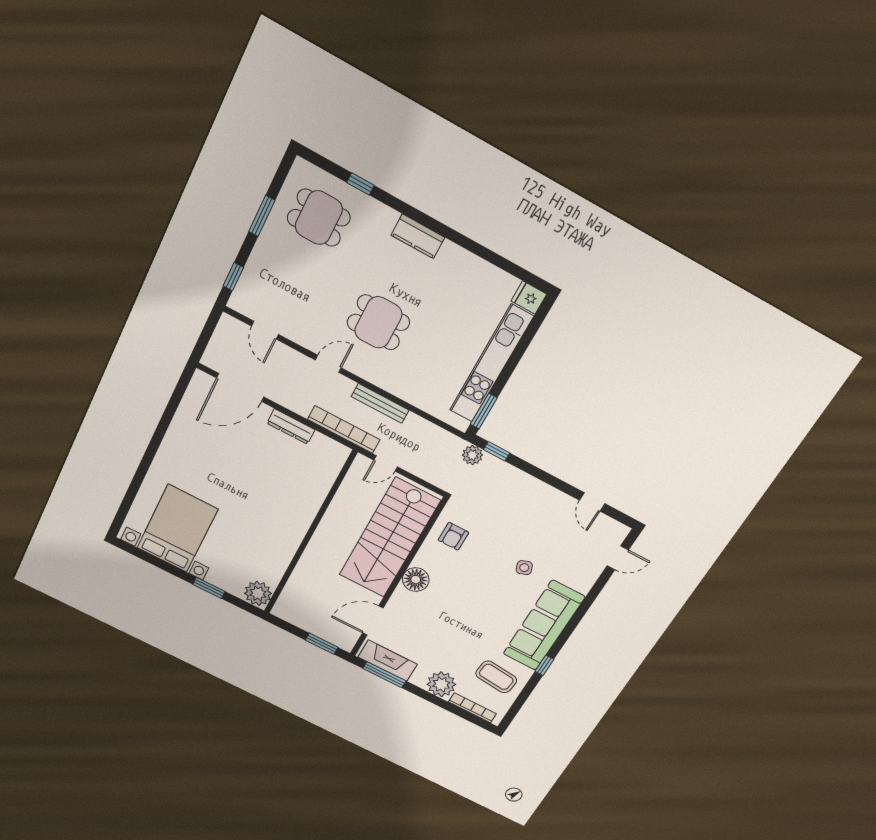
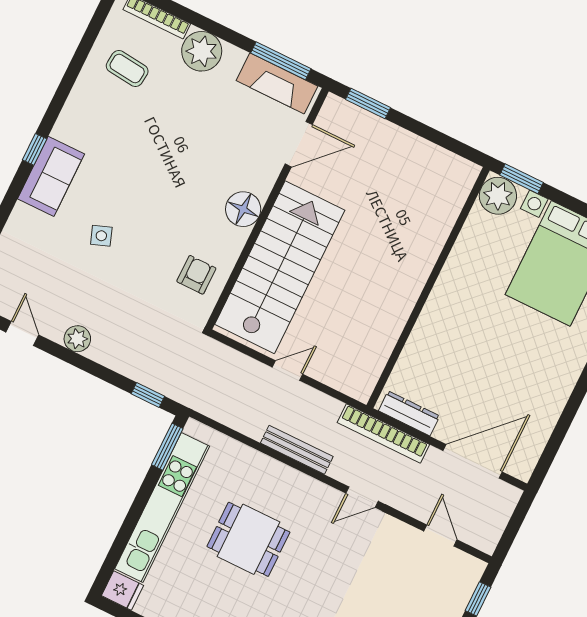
dining table: (378, 322) -> (248, 539), moved
bookcase: (344, 430) -> (383, 433), moved
plant: (472, 455) -> (77, 339), moved
wall: (310, 534) -> (428, 288), moved
plant: (258, 593) -> (498, 196), moved
sofa: (544, 626) -> (51, 176), width x0.54, depth x0.79
window: (544, 665) -> (35, 149), moved
coffee table: (496, 677) -> (127, 68), width x0.73, depth x0.77

